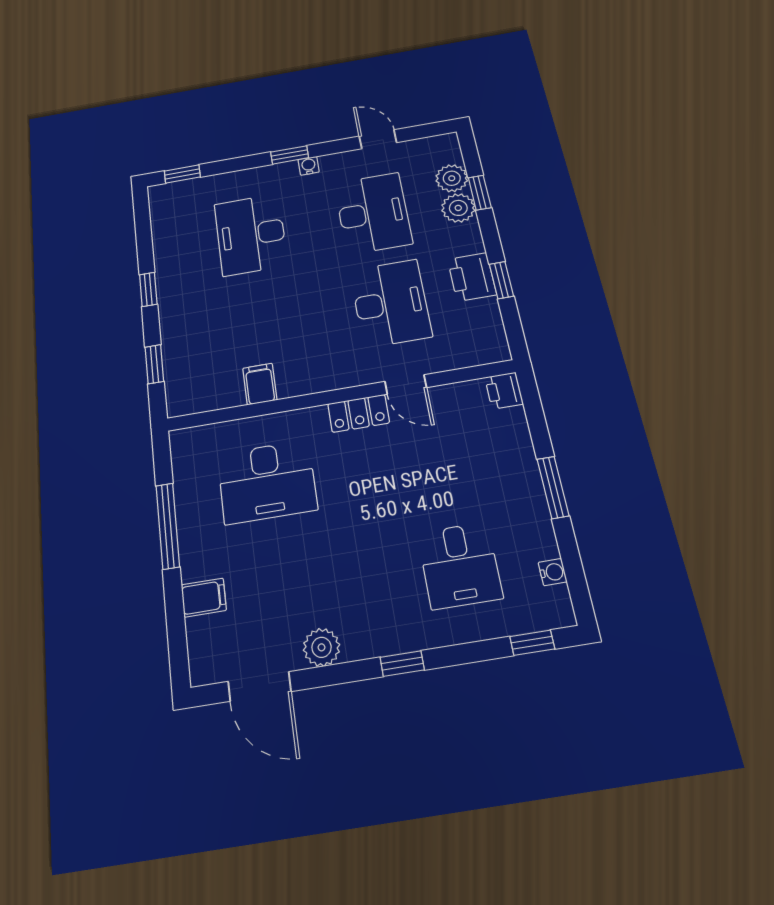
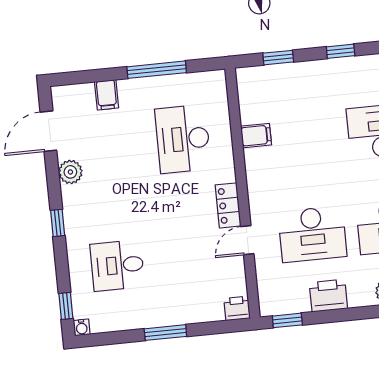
window: (501, 280) -> (287, 320), moved
water cooler: (553, 572) -> (82, 327), moved

